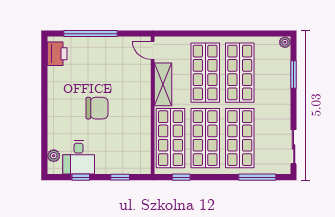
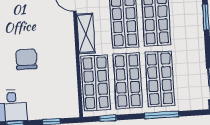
chair: (97, 108) -> (26, 59), turned -90
window: (257, 177) -> (162, 115), moved

